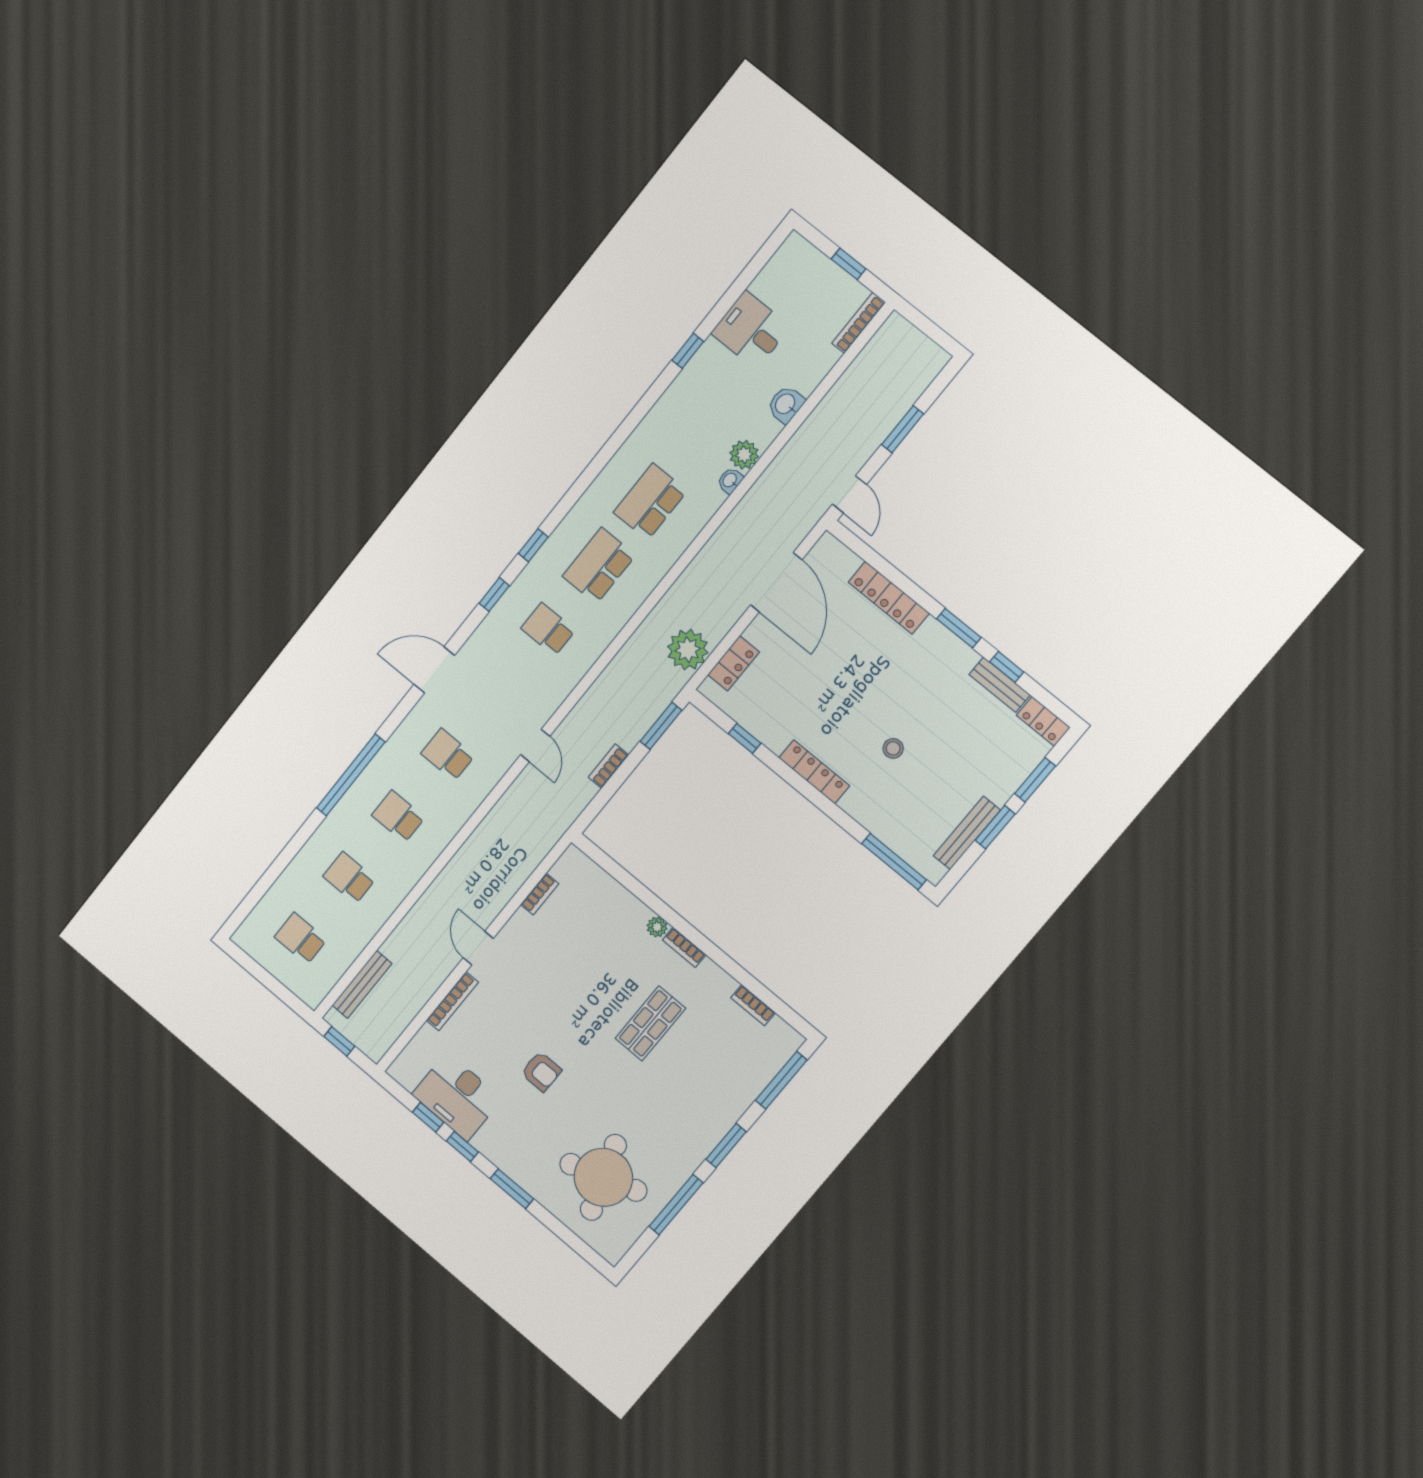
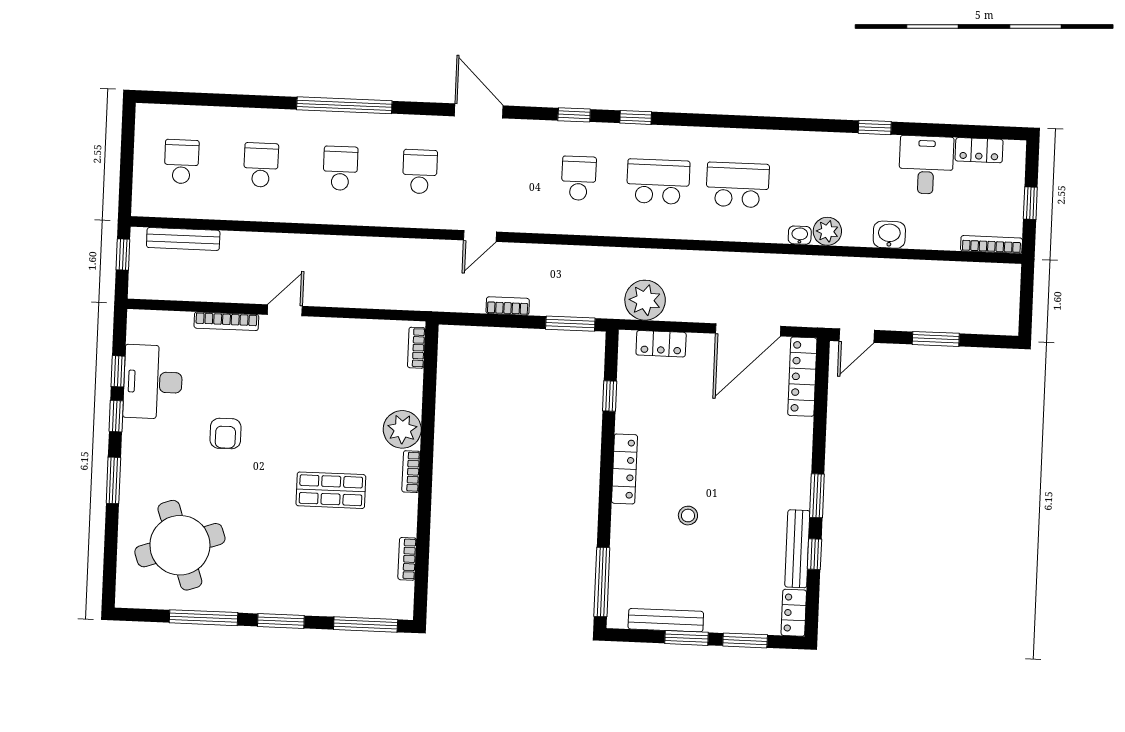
locker: (772, 276) -> (979, 150), added
locker: (889, 598) -> (802, 377), moved
bench: (1000, 685) -> (797, 549), width x1.36
bookcase: (540, 894) -> (416, 348), moved, turned 90
plant: (657, 927) -> (402, 429), width x1.87, depth x1.87

